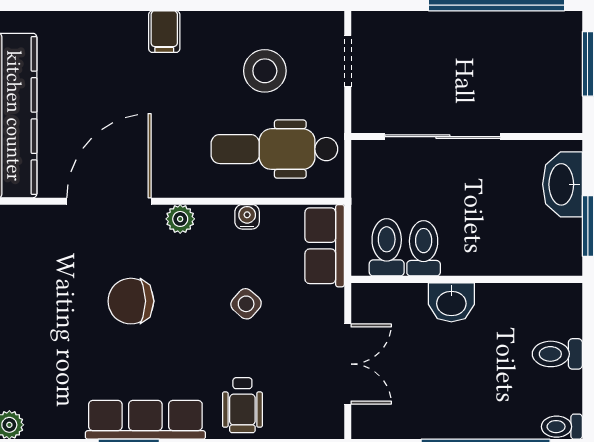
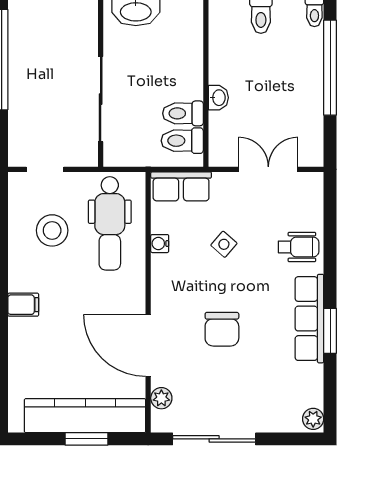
plant: (180, 219) -> (161, 398), moved
washbasin: (451, 302) -> (218, 98), width x0.72, depth x0.69

